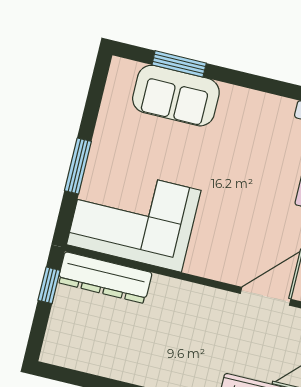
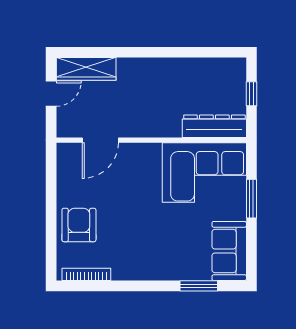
sofa: (176, 96) -> (229, 251), moved, turned -90
window: (49, 285) -> (251, 94), moved

